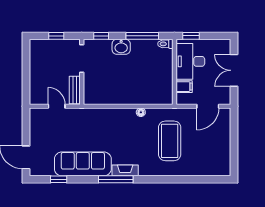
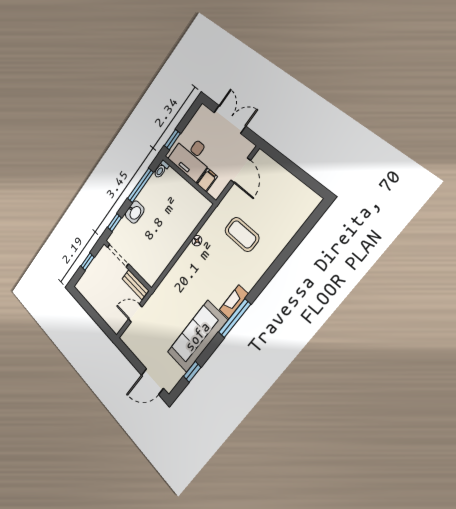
double door: (234, 70) -> (230, 119), swing flipped
coffee table: (170, 141) -> (242, 234), width x0.73, depth x0.76

